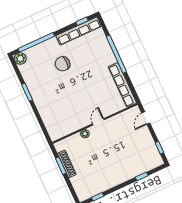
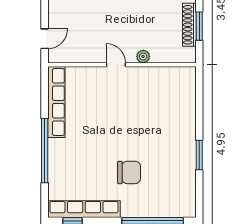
plant: (20, 59) -> (187, 208), removed
door: (98, 122) -> (116, 65), swing flipped

